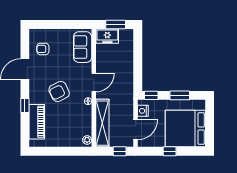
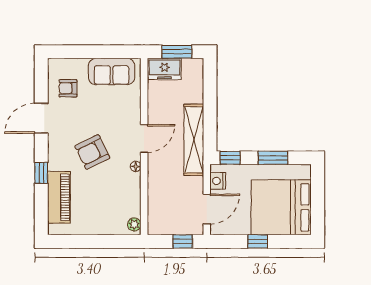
sofa: (83, 47) -> (112, 72), moved, turned -90
shelving: (102, 123) -> (194, 140), moved

